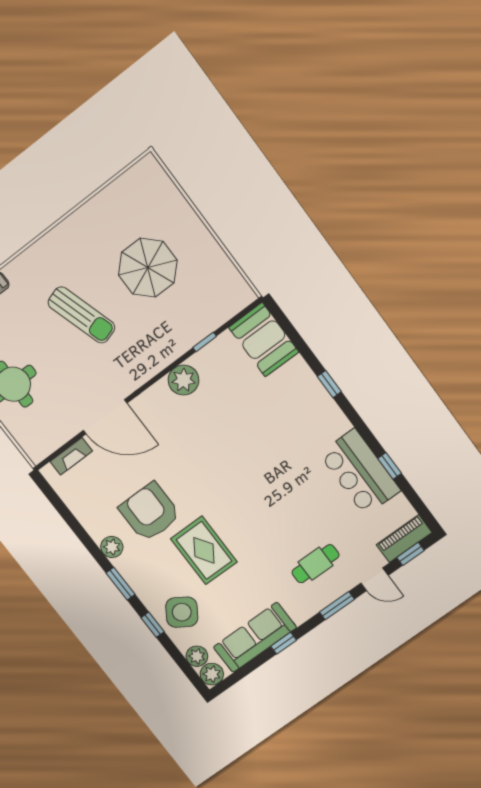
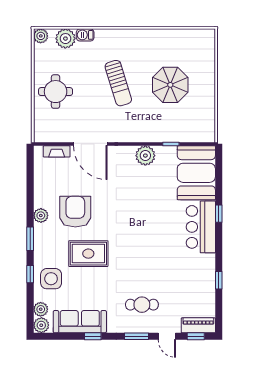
booth: (264, 340) -> (196, 173), width x1.36, depth x1.42
bar counter: (360, 472) -> (201, 227), moved
rug: (204, 550) -> (88, 254), turned 90
side table: (182, 612) -> (51, 279), turned -33

